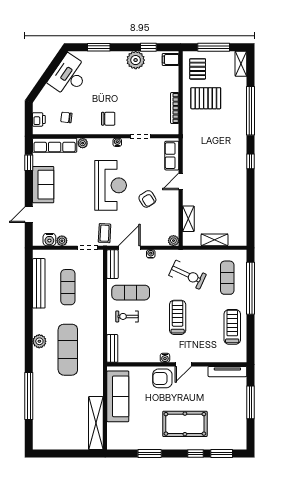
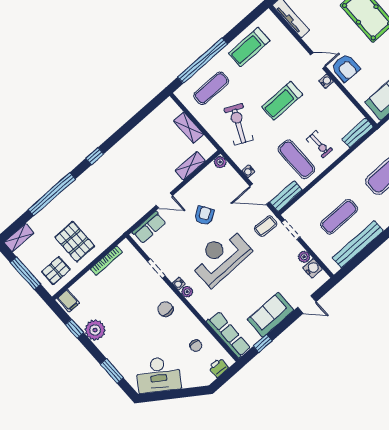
plant: (83, 143) -> (187, 292), moved

